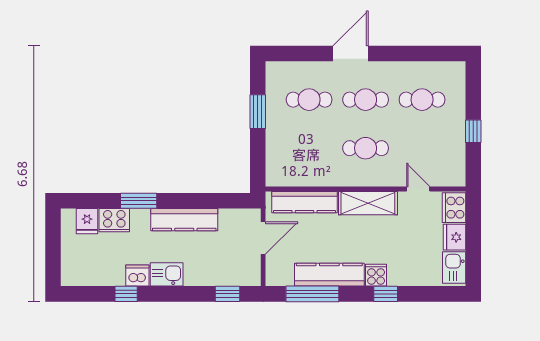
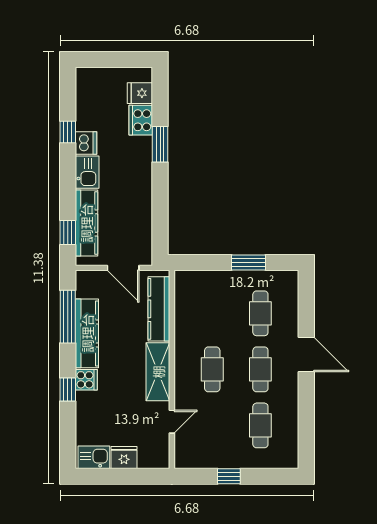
cooker: (454, 208) -> (153, 457), removed
kitchen counter: (184, 220) -> (86, 223), moved, turned 180

